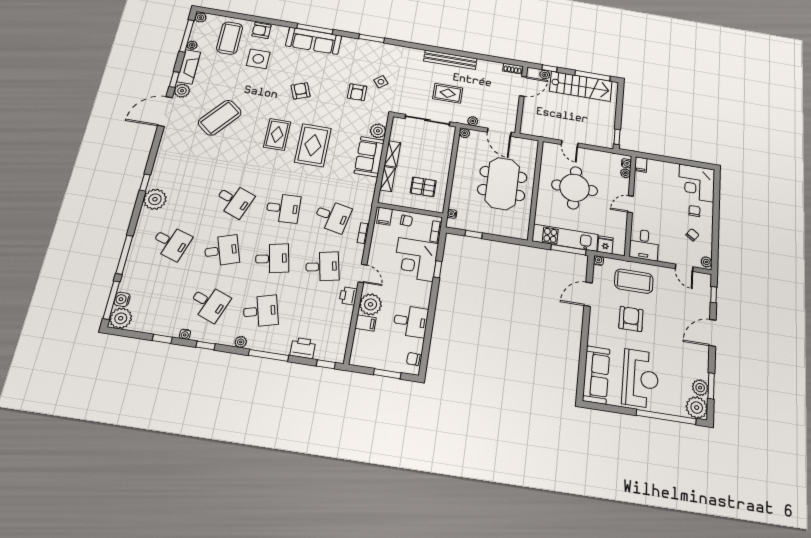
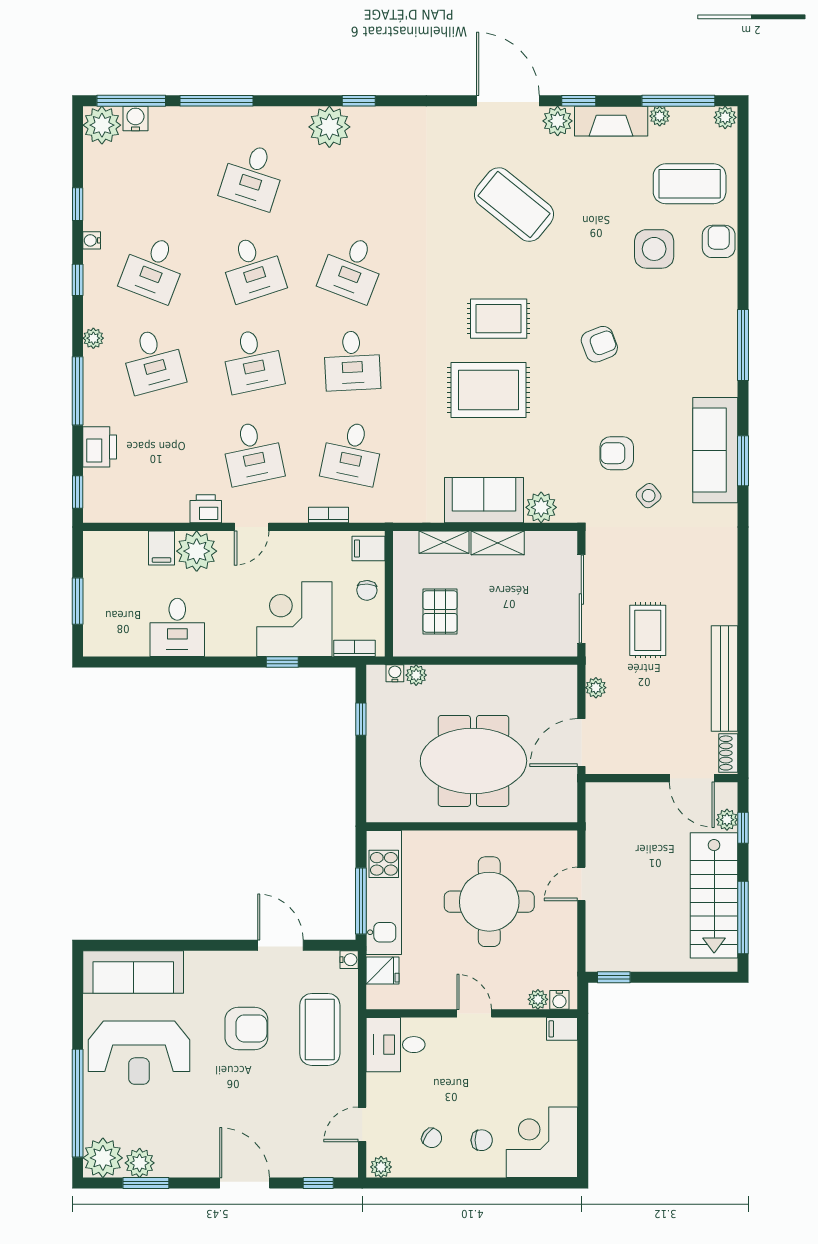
sofa: (314, 41) -> (715, 450), moved
bench: (450, 60) -> (725, 678), moved
plant: (465, 133) -> (416, 675), moved
chair: (413, 359) -> (111, 642), removed

